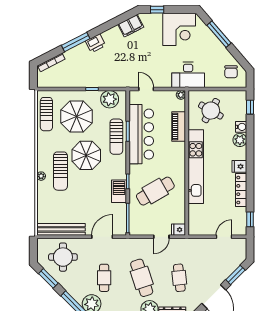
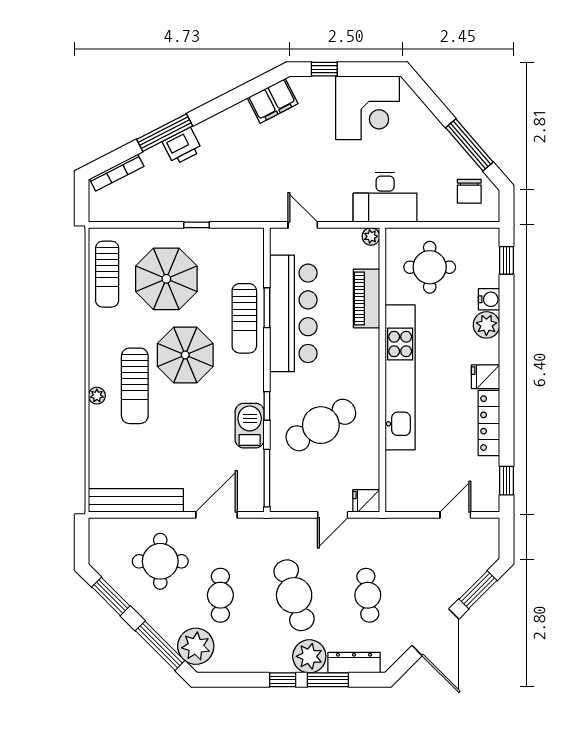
window: (219, 34) -> (469, 145), moved
printer: (95, 43) -> (182, 146), moved
plant: (110, 99) -> (231, 245), removed
round table: (211, 111) -> (430, 267), turned -30
round table: (63, 257) -> (160, 561), moved

